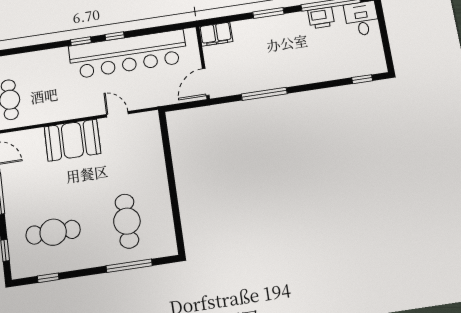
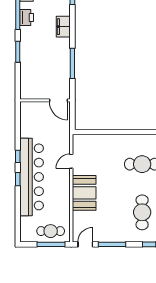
filing cabinet: (216, 34) -> (63, 27), moved, turned 180
bar counter: (128, 54) -> (32, 177), moved

